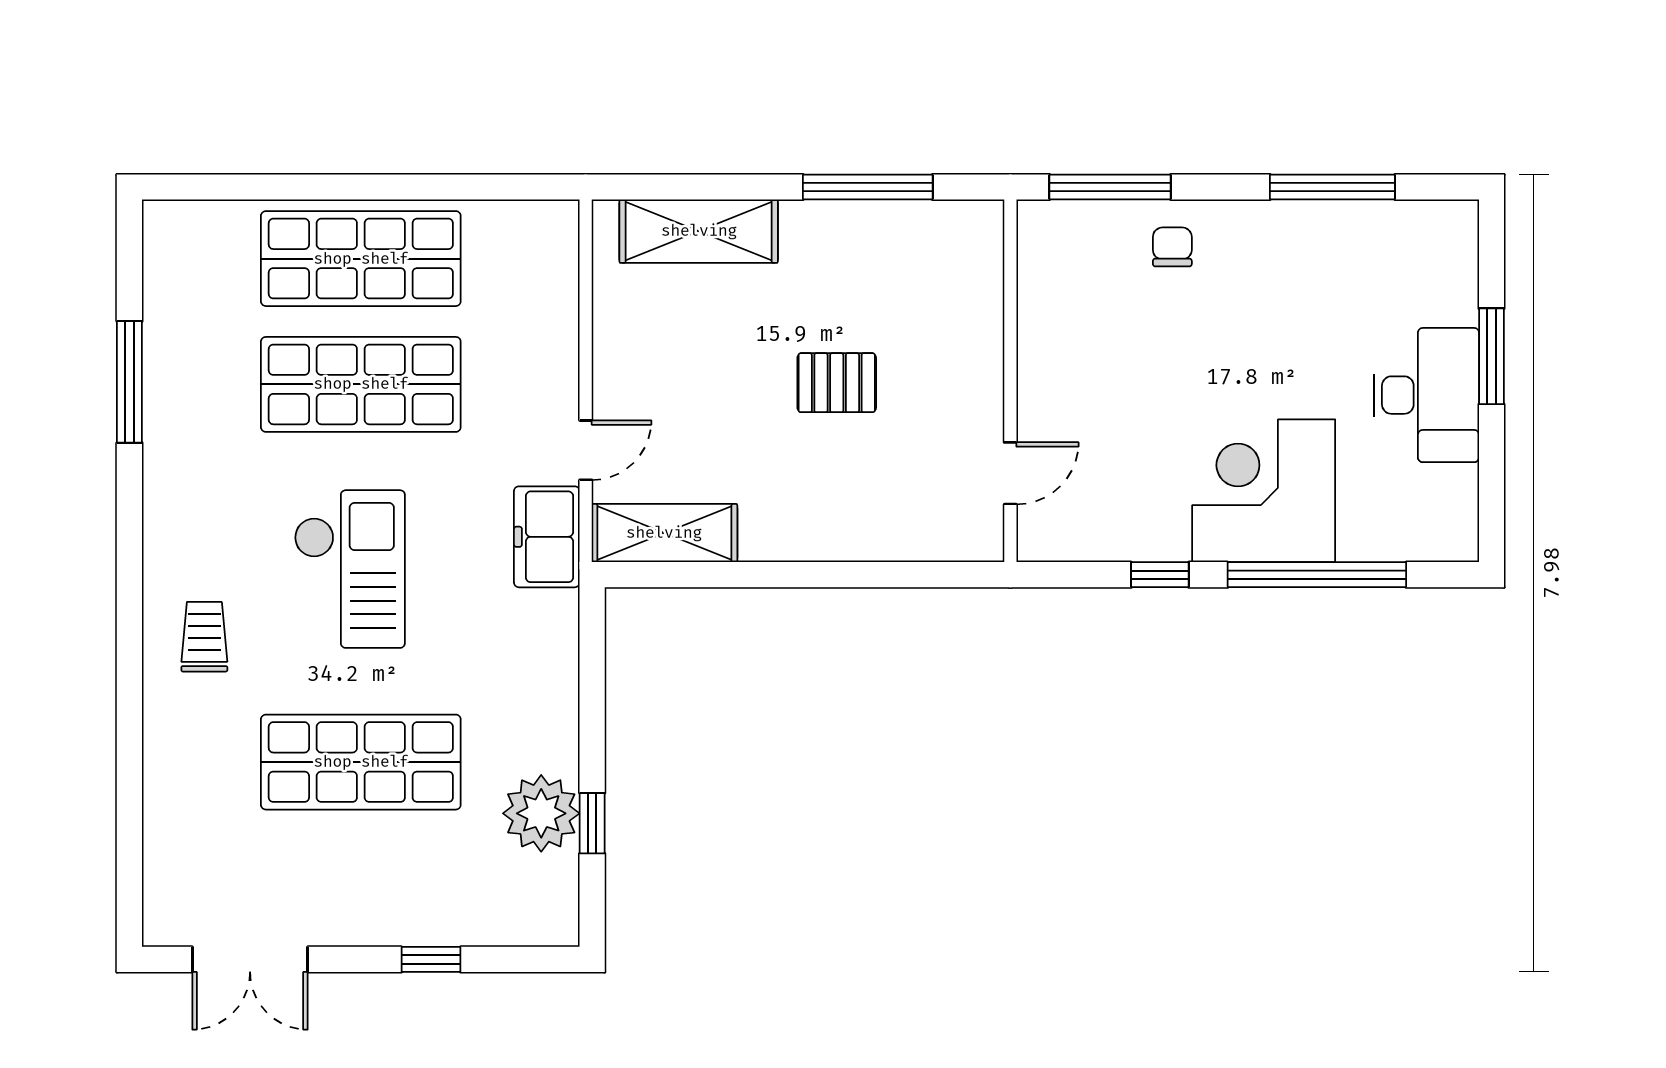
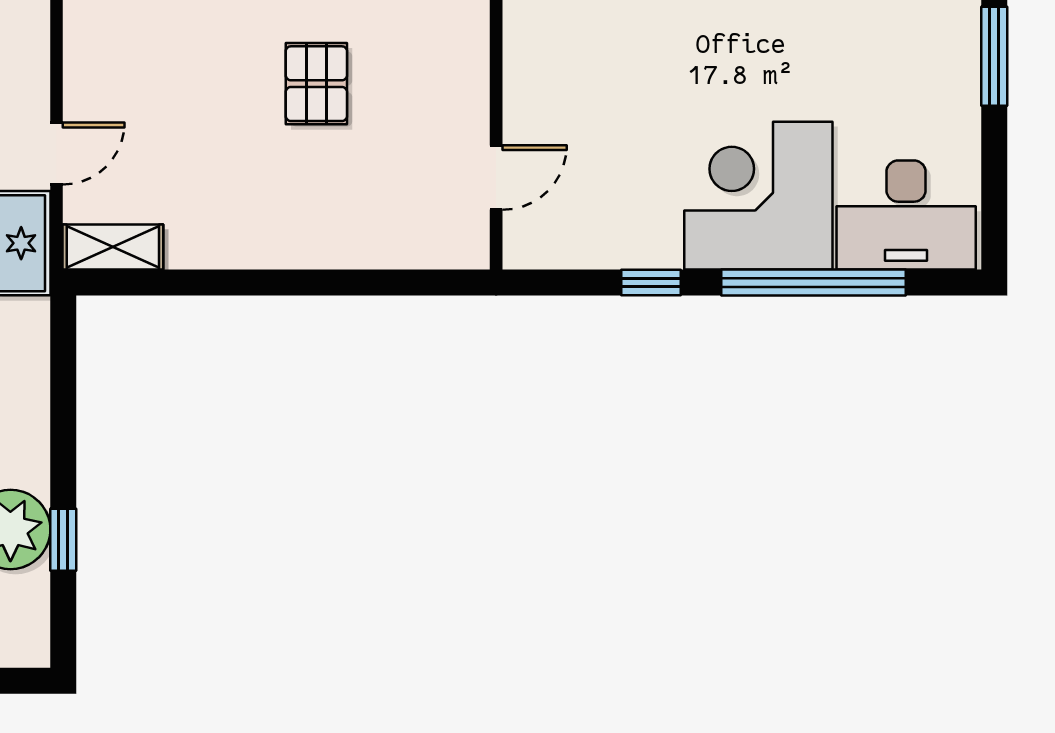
pallet: (837, 383) -> (316, 84), turned 90
desk: (1426, 395) -> (906, 215), moved, turned 90
shelving: (664, 533) -> (113, 247), width x0.67, depth x0.75

